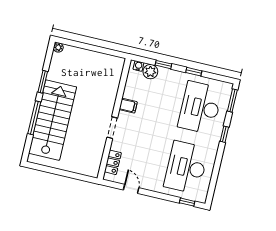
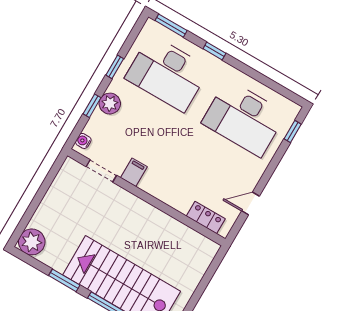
plant: (58, 47) -> (32, 242), width x1.88, depth x1.88
plant: (150, 72) -> (110, 104), moved
doorway: (112, 128) -> (101, 171), moved

